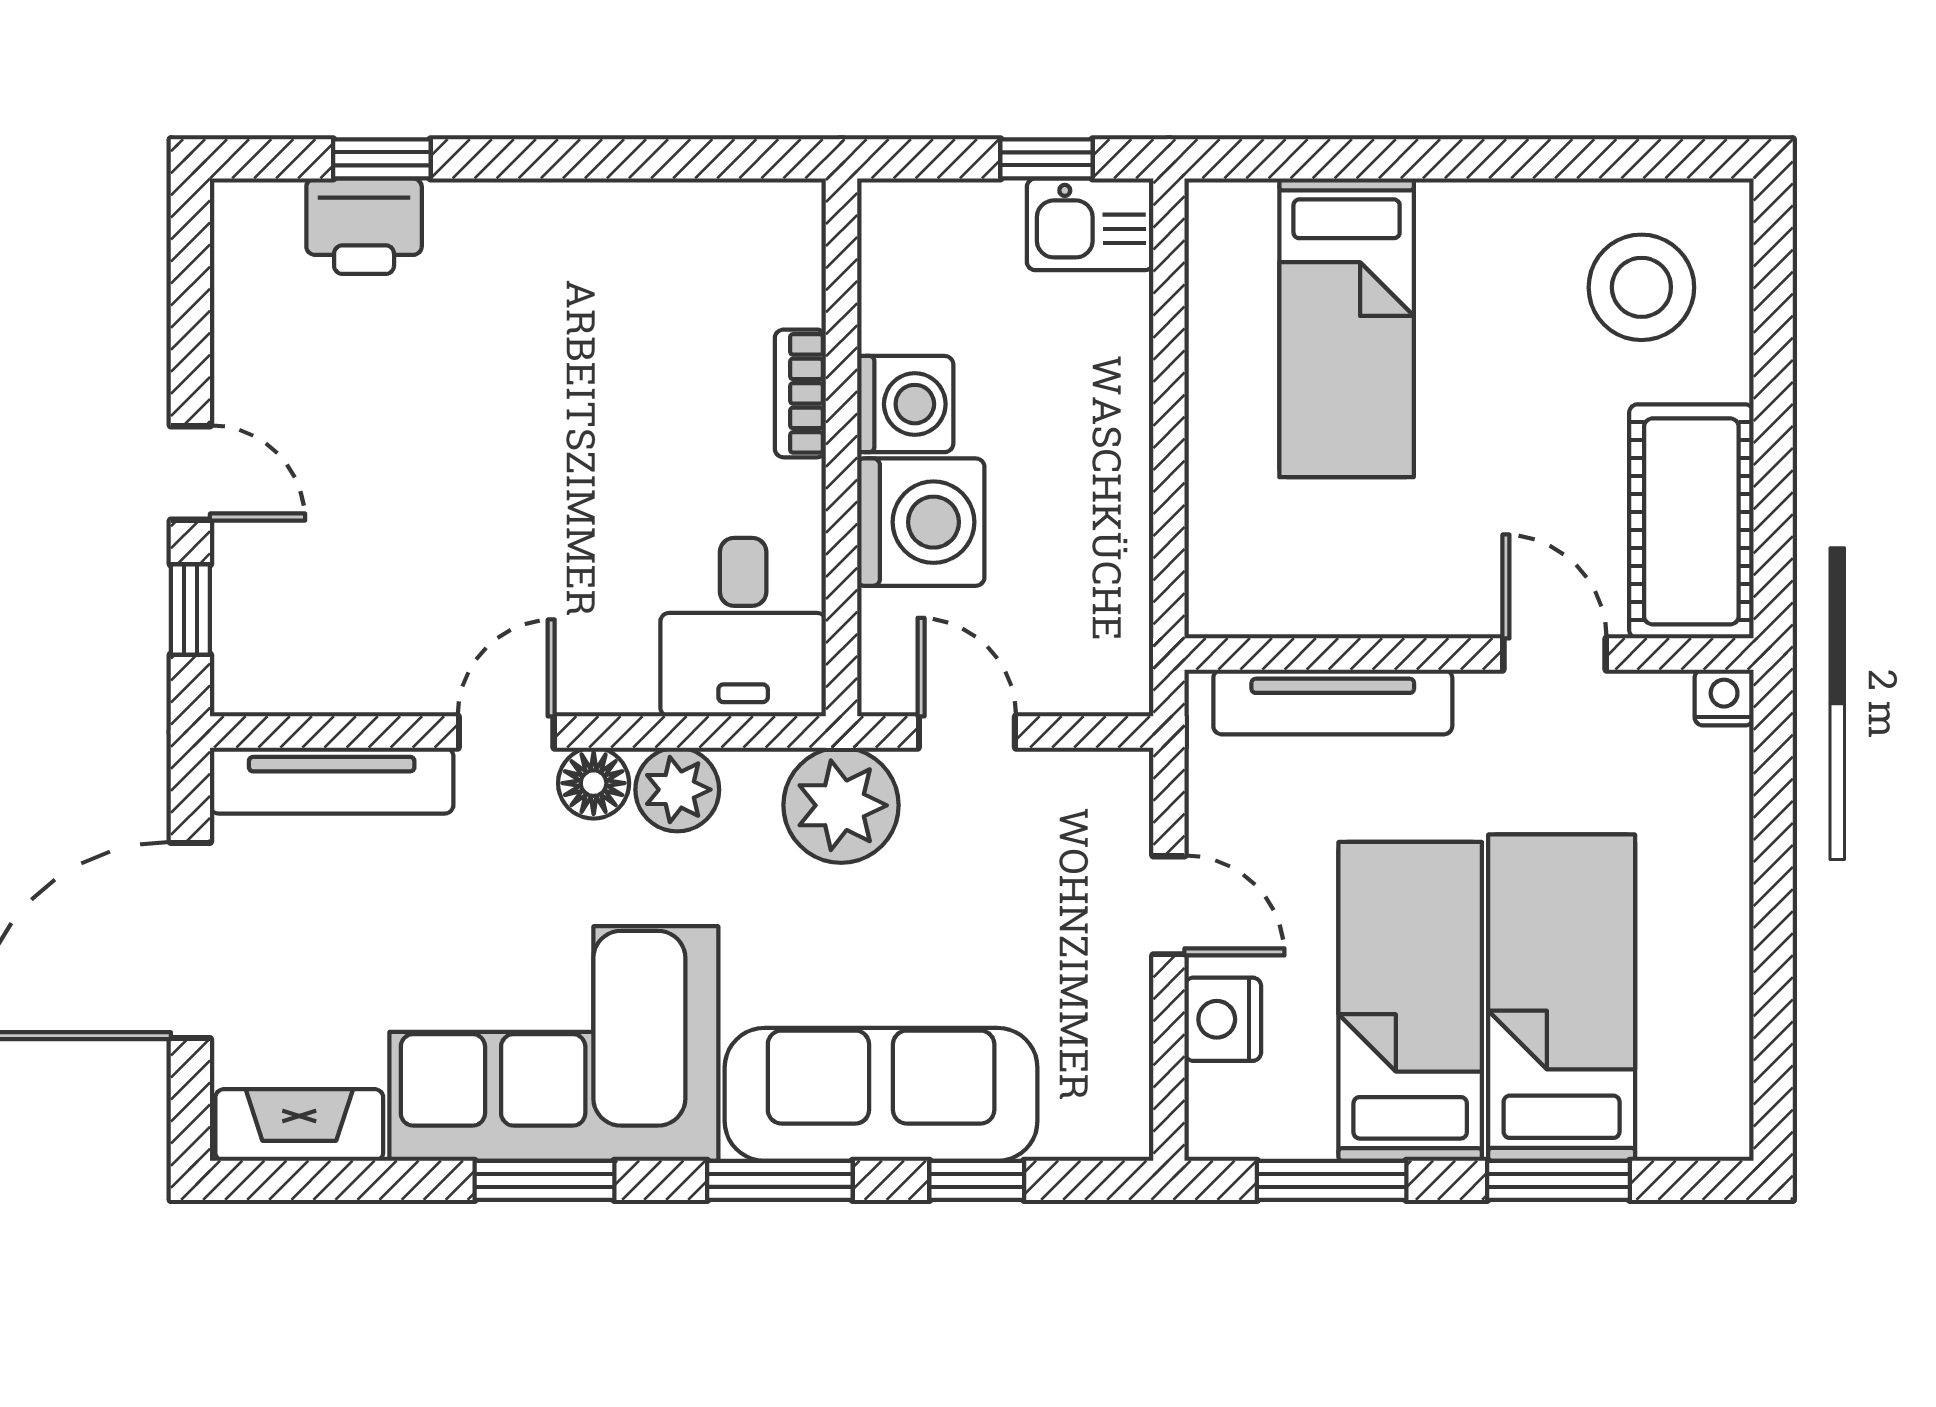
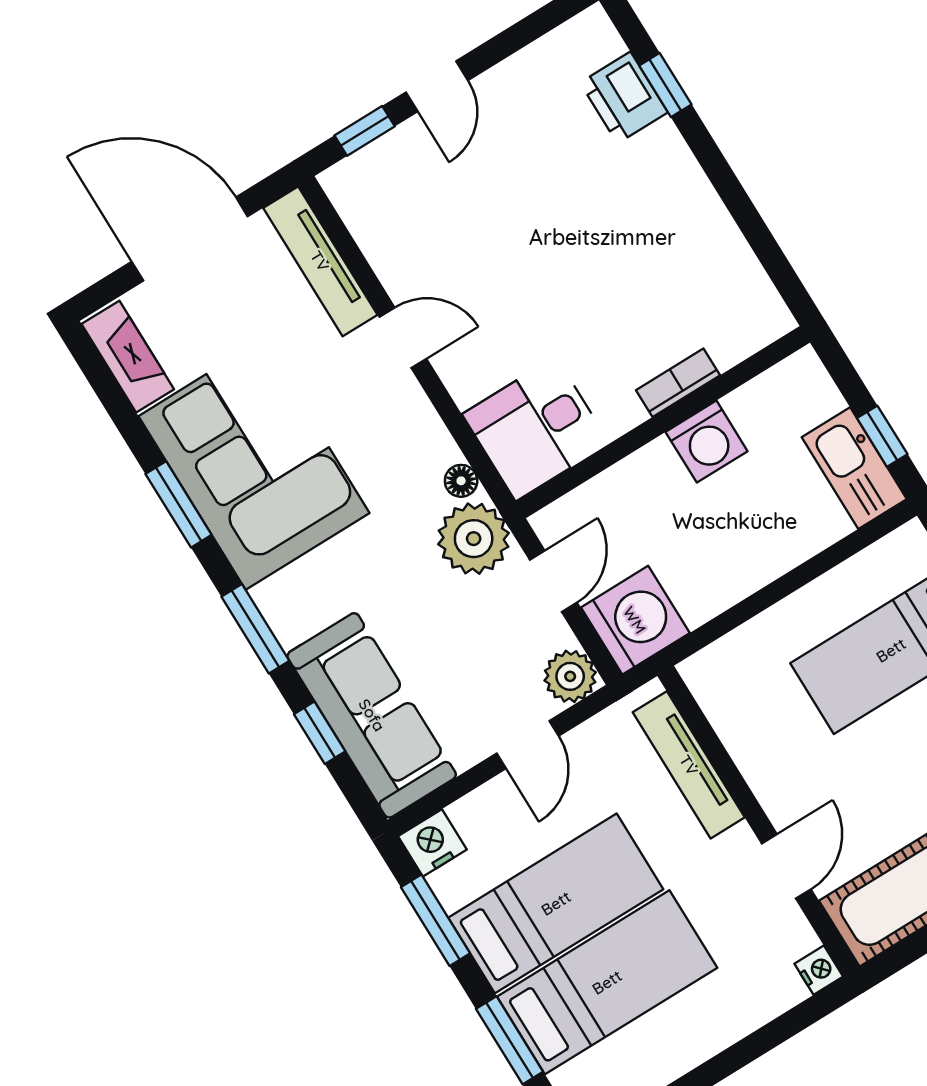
kitchen sink: (1090, 224) -> (854, 468), width x1.38
washing machine: (921, 522) -> (635, 620), moved, turned -90
floor lamp: (594, 783) -> (461, 481), moved, width x0.73, depth x0.73
plant: (677, 790) -> (570, 676), moved
nightstand: (1223, 1019) -> (432, 843), moved
sofa: (881, 1094) -> (372, 715), moved

